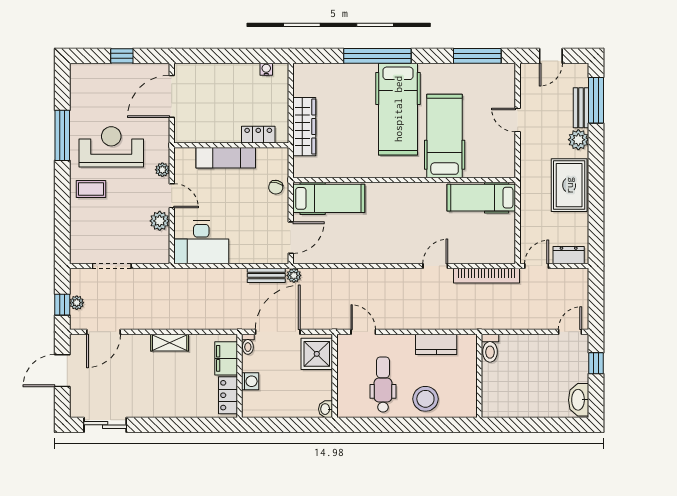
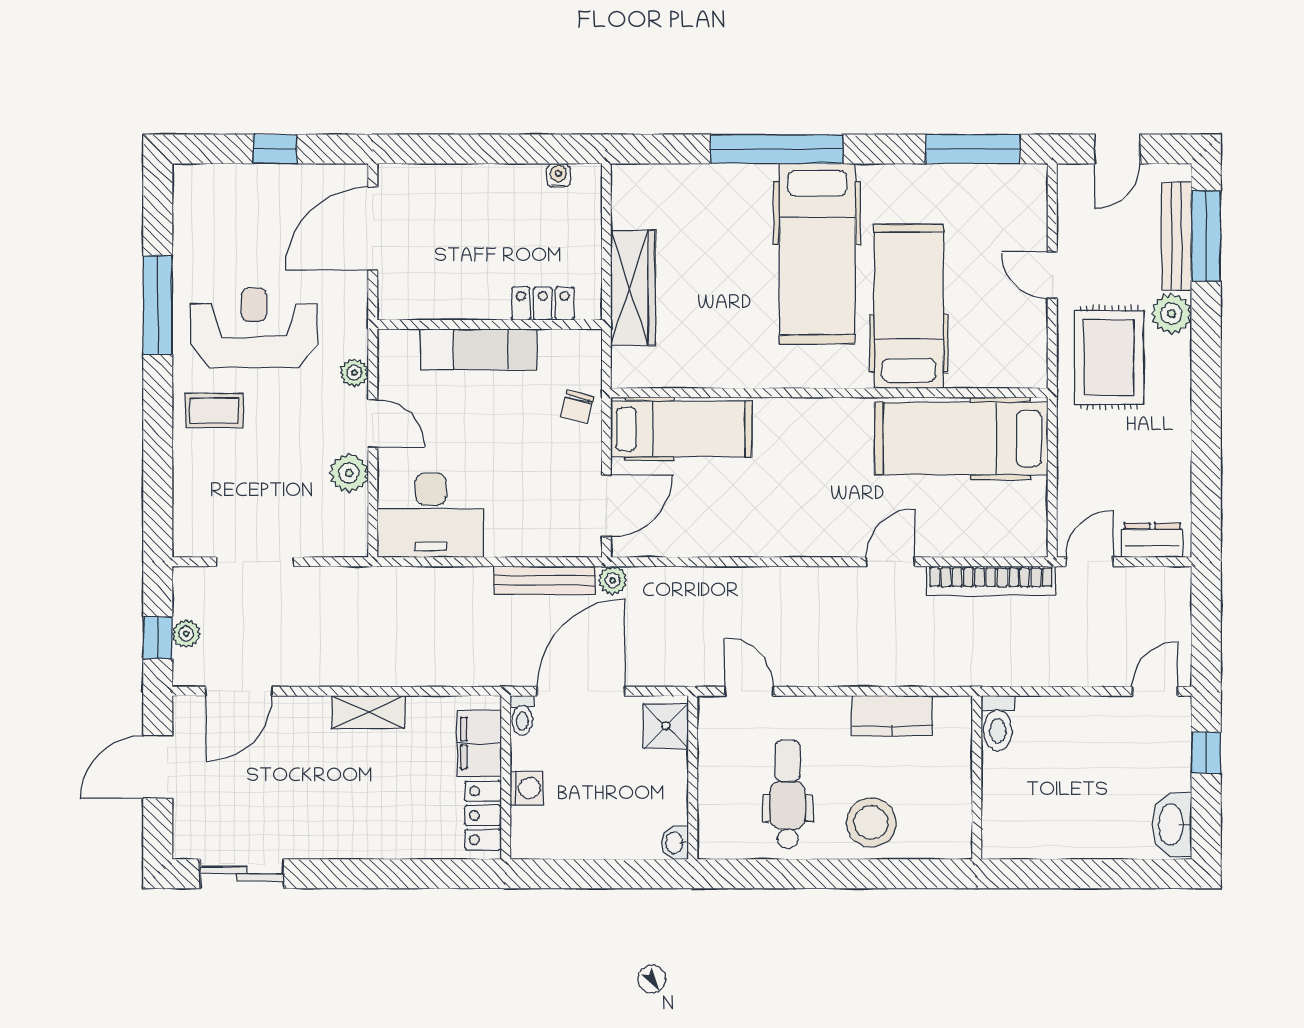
bench: (581, 108) -> (1177, 236), width x1.36
rug: (569, 185) -> (1109, 358), moved
hospital bed: (481, 198) -> (961, 439), width x1.37, depth x1.29
bench: (266, 275) -> (545, 580), width x1.36
shower: (317, 354) -> (666, 726), width x0.73, depth x0.73

